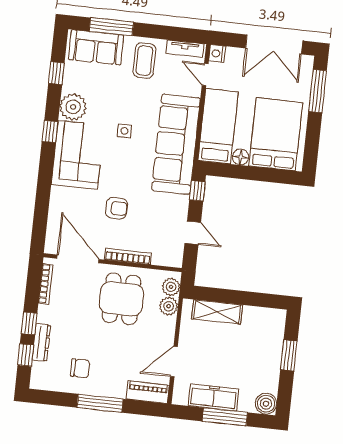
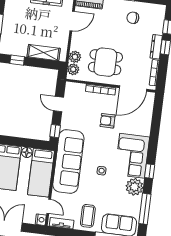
window: (56, 73) -> (145, 209), width x2.17
door: (78, 259) -> (133, 88), hinge flipped
dining table: (121, 299) -> (105, 62), turned 90
window: (258, 300) -> (17, 60), added
dresser: (41, 343) -> (156, 47), moved

